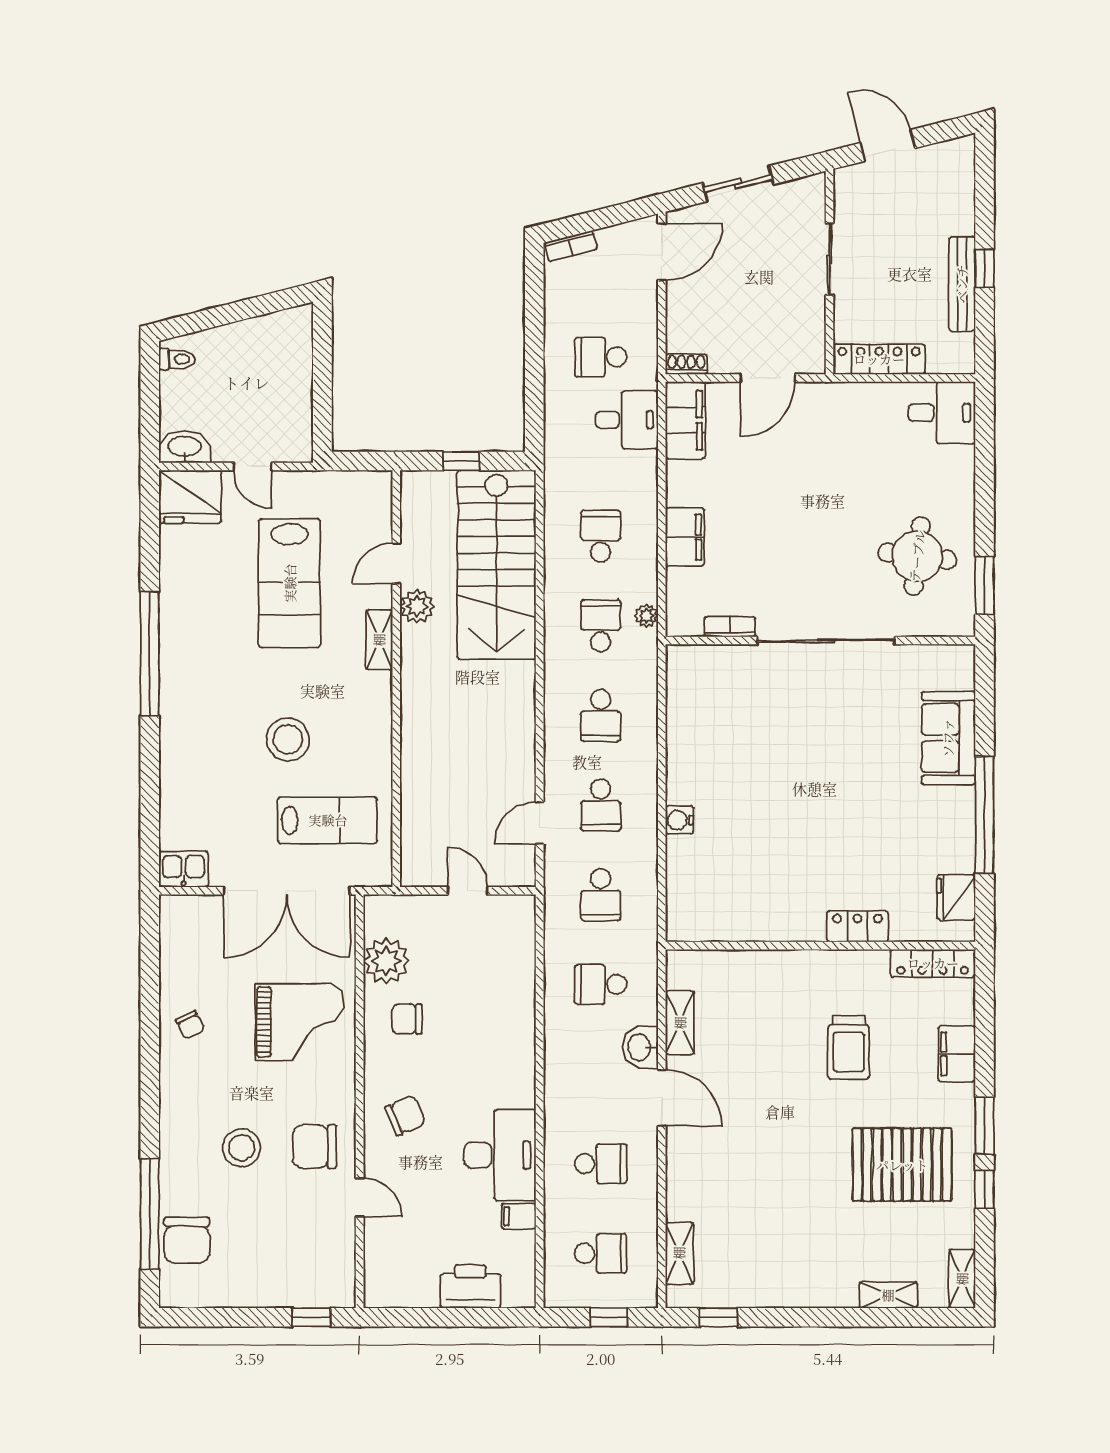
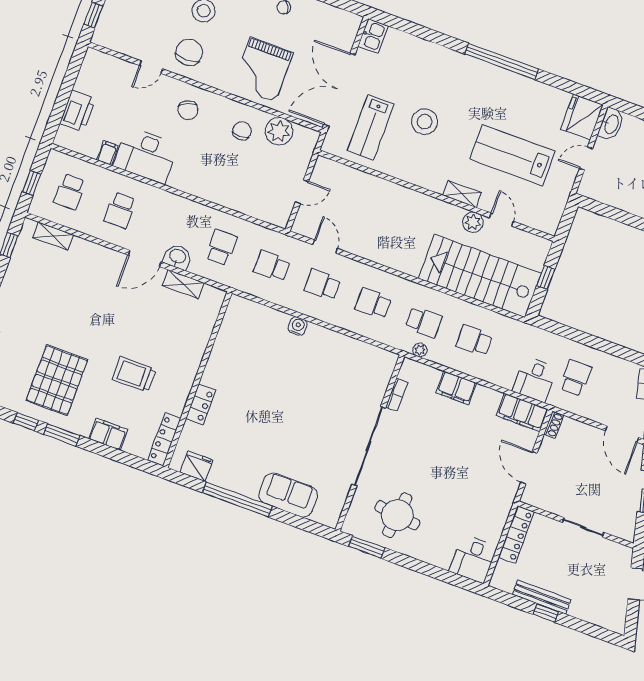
school desk: (601, 536) -> (474, 341), turned 180

